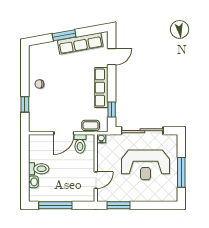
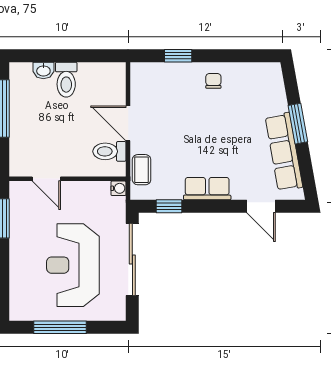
row of seats: (101, 88) -> (207, 189), width x0.68

